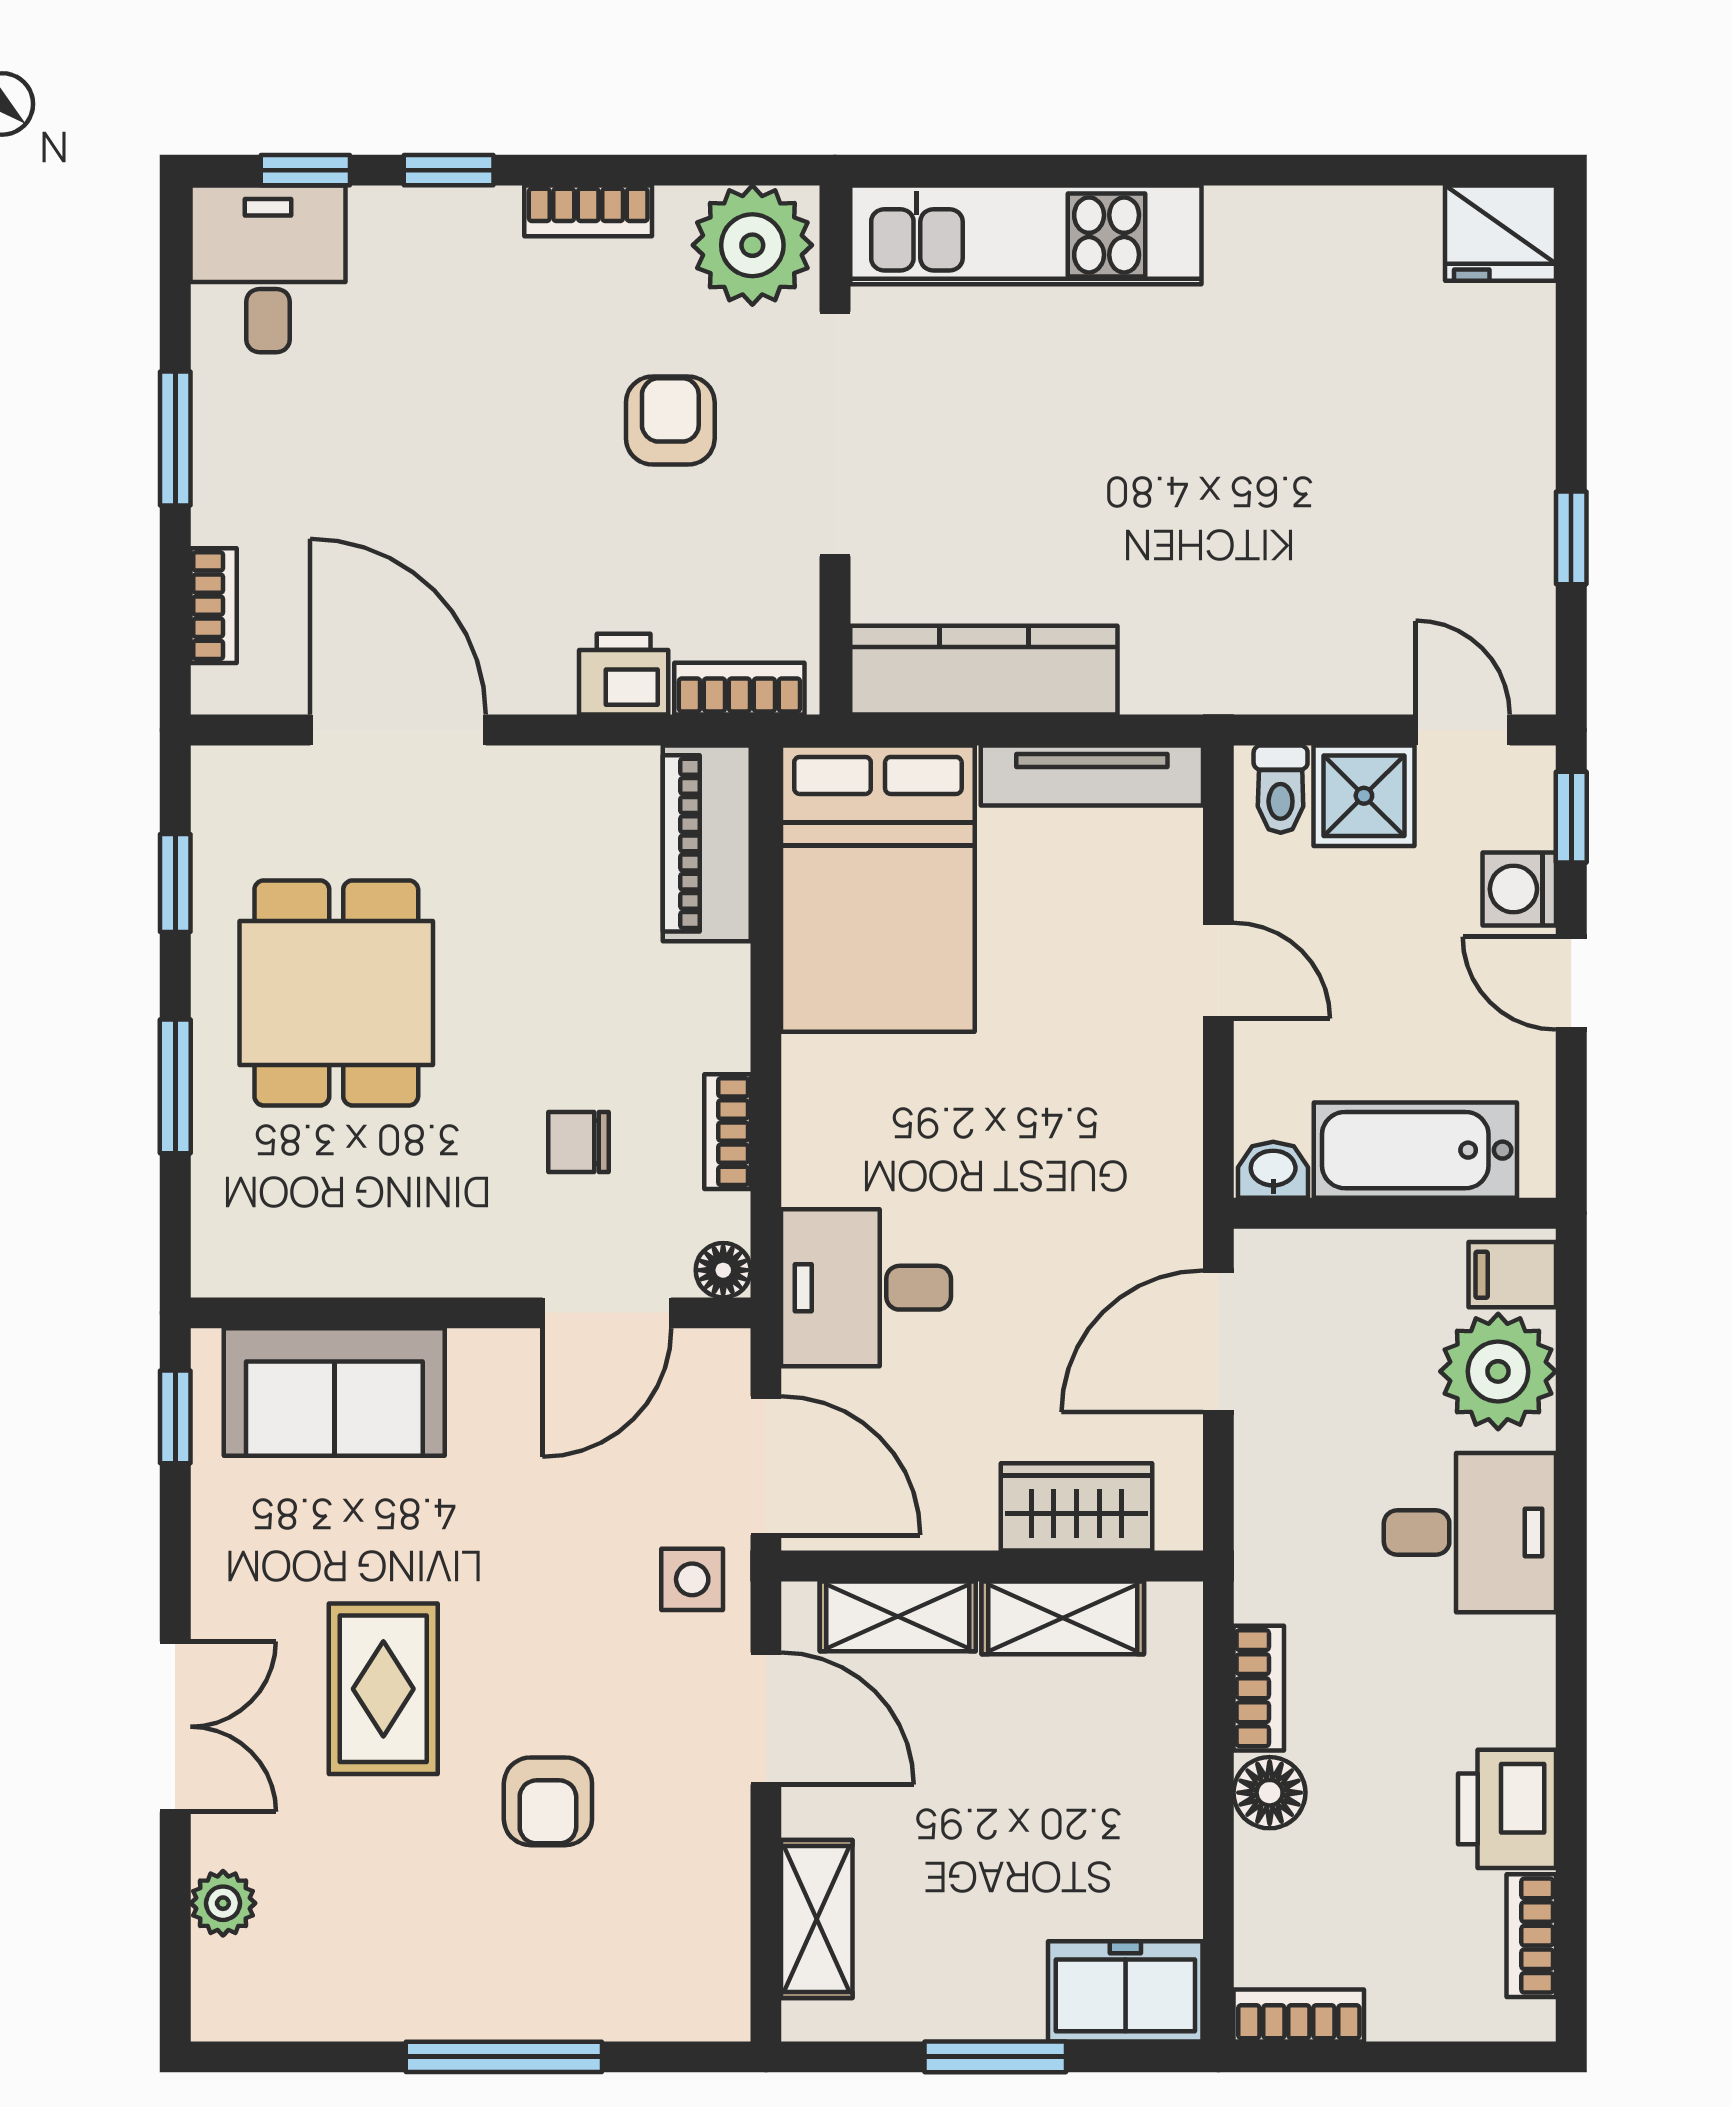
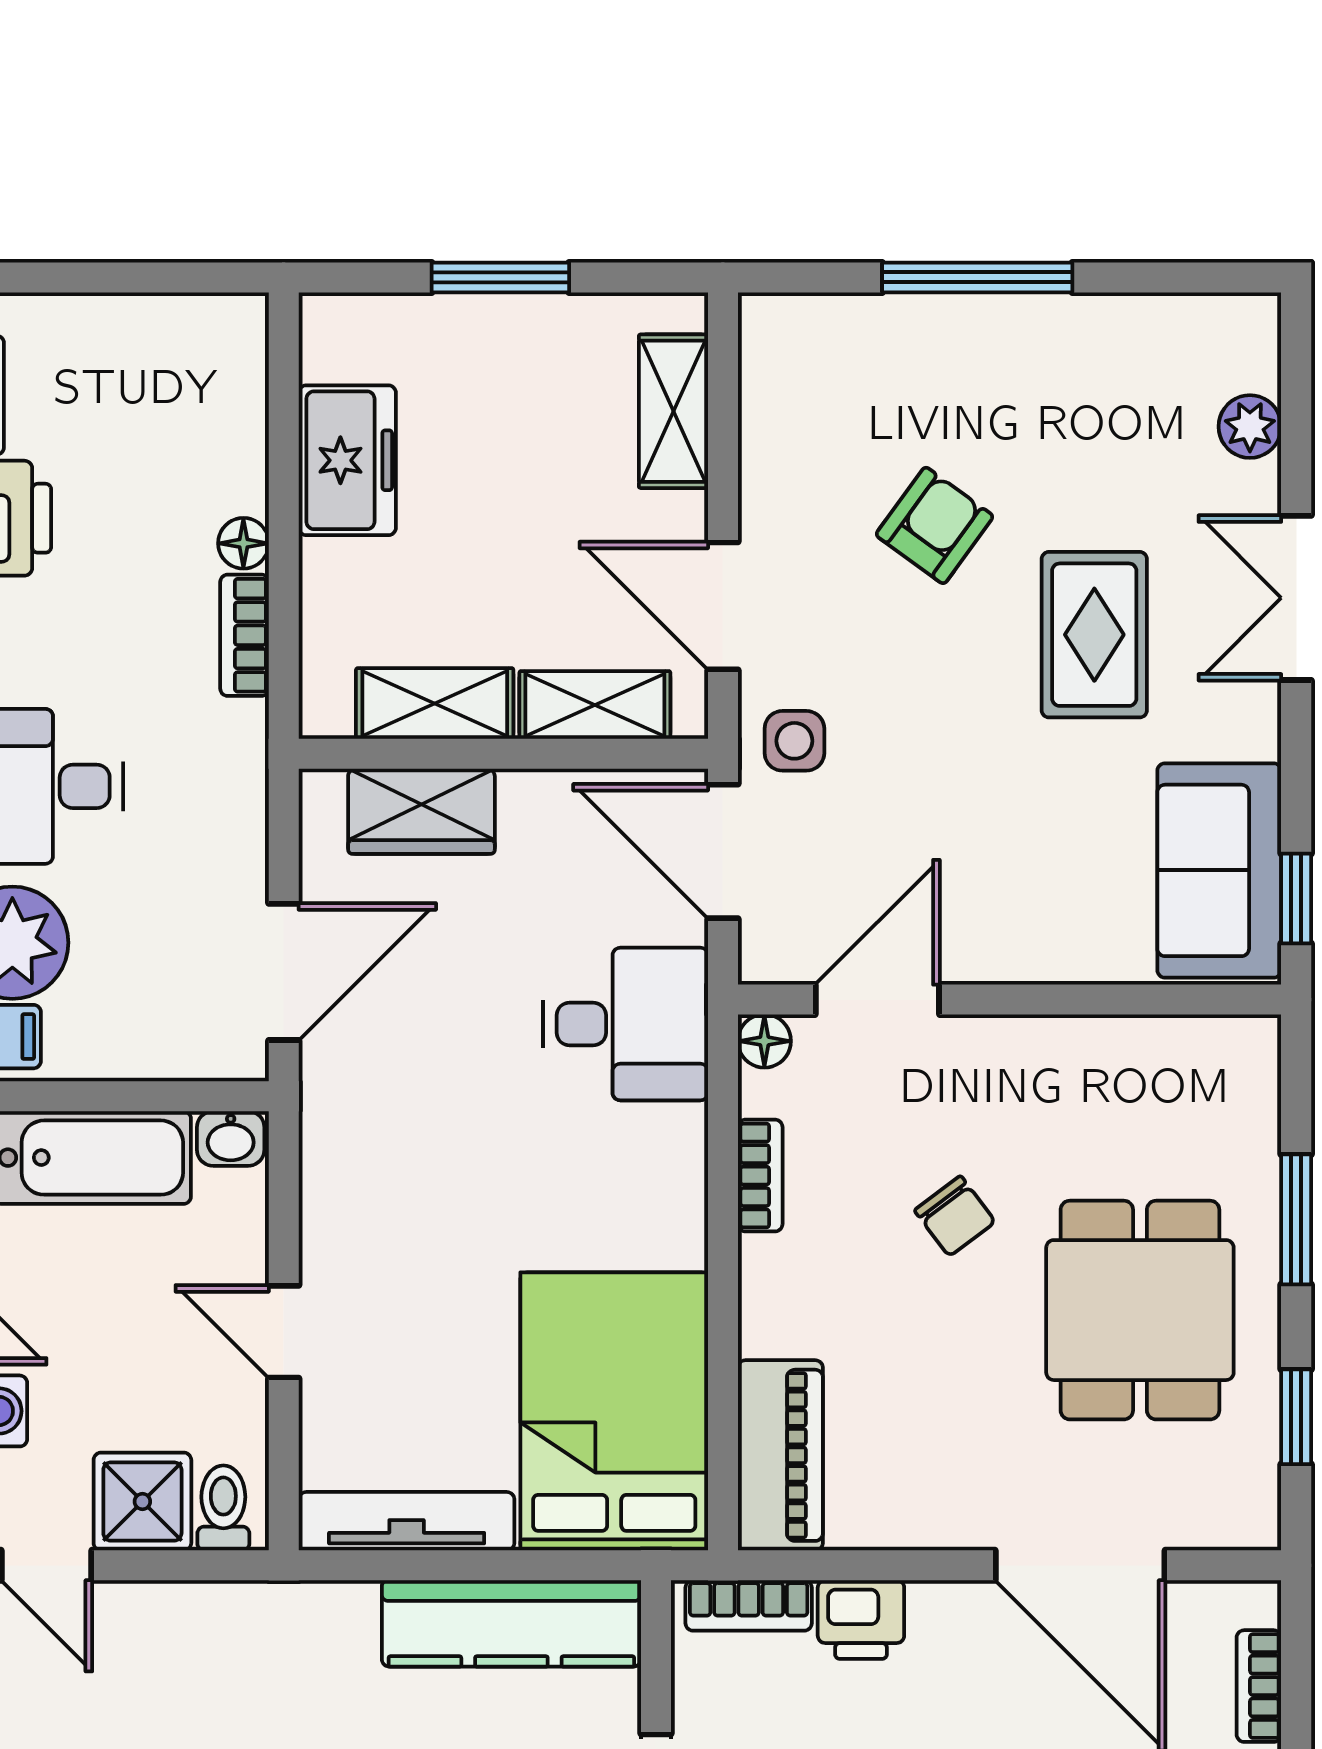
chair: (578, 1142) -> (955, 1216), moved, turned 53
sofa: (334, 1392) -> (1219, 870), moved, turned -90
floor lamp: (1270, 1793) -> (243, 543), width x0.73, depth x0.73
armchair: (548, 1801) -> (935, 525), turned 36
freezer: (1125, 1991) -> (347, 460), moved, turned -90
bookcase: (1299, 2015) -> (206, 318), removed

